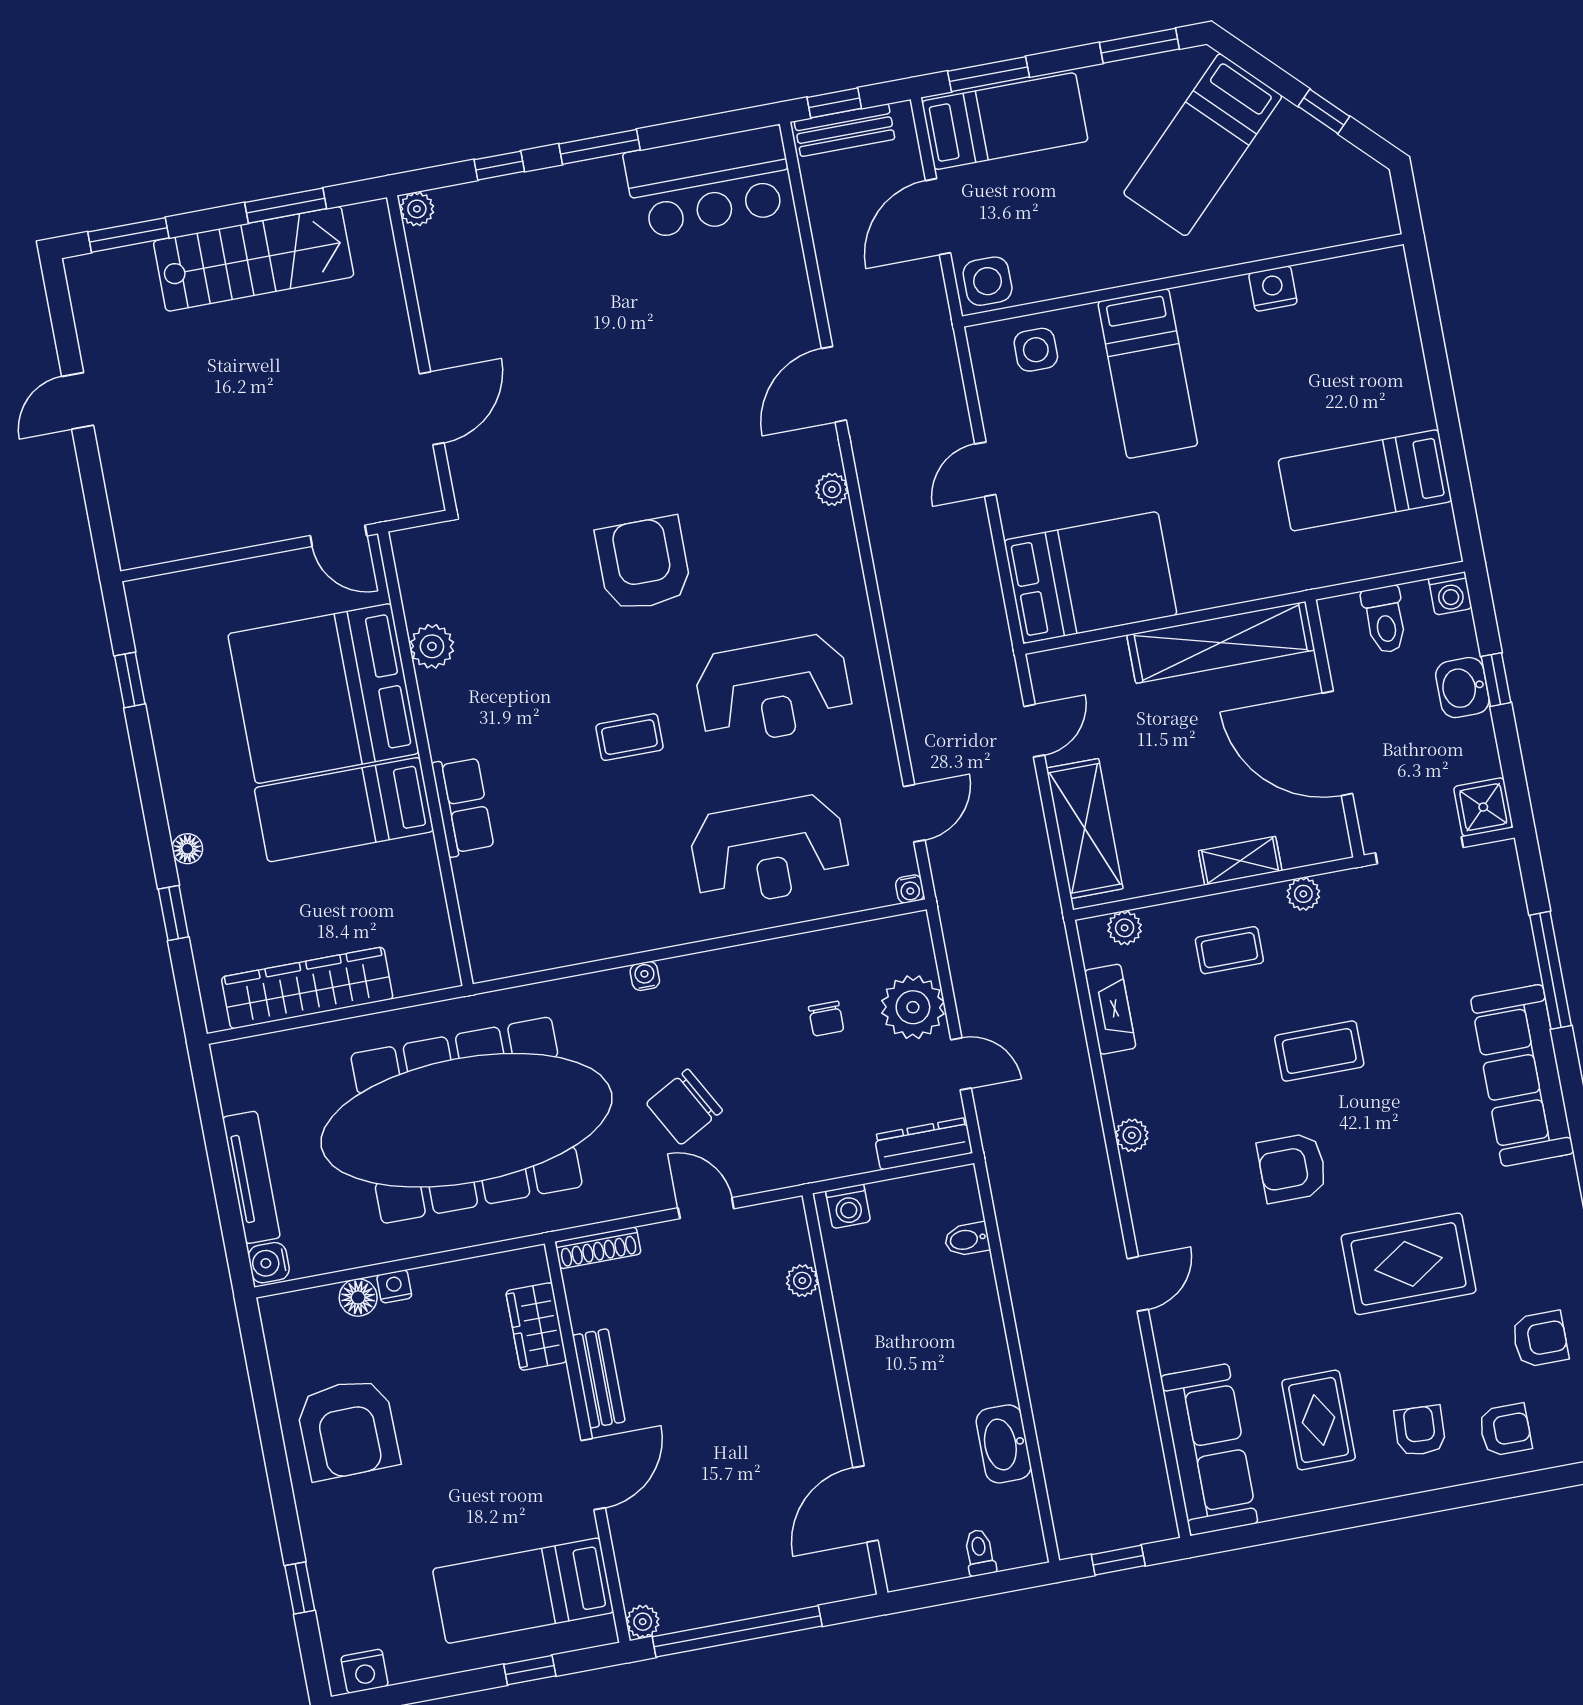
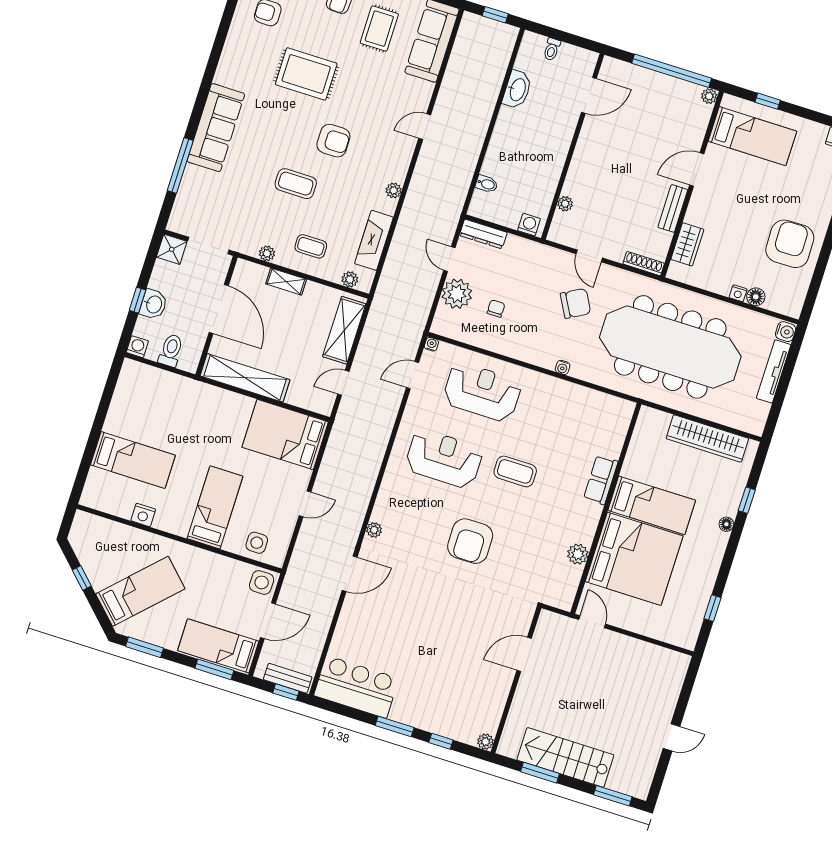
bed: (1365, 480) -> (133, 460), moved
coffee table: (629, 737) -> (515, 471), width x1.36, depth x1.30
fireplace: (1110, 1009) -> (374, 240), width x1.37, depth x1.32

